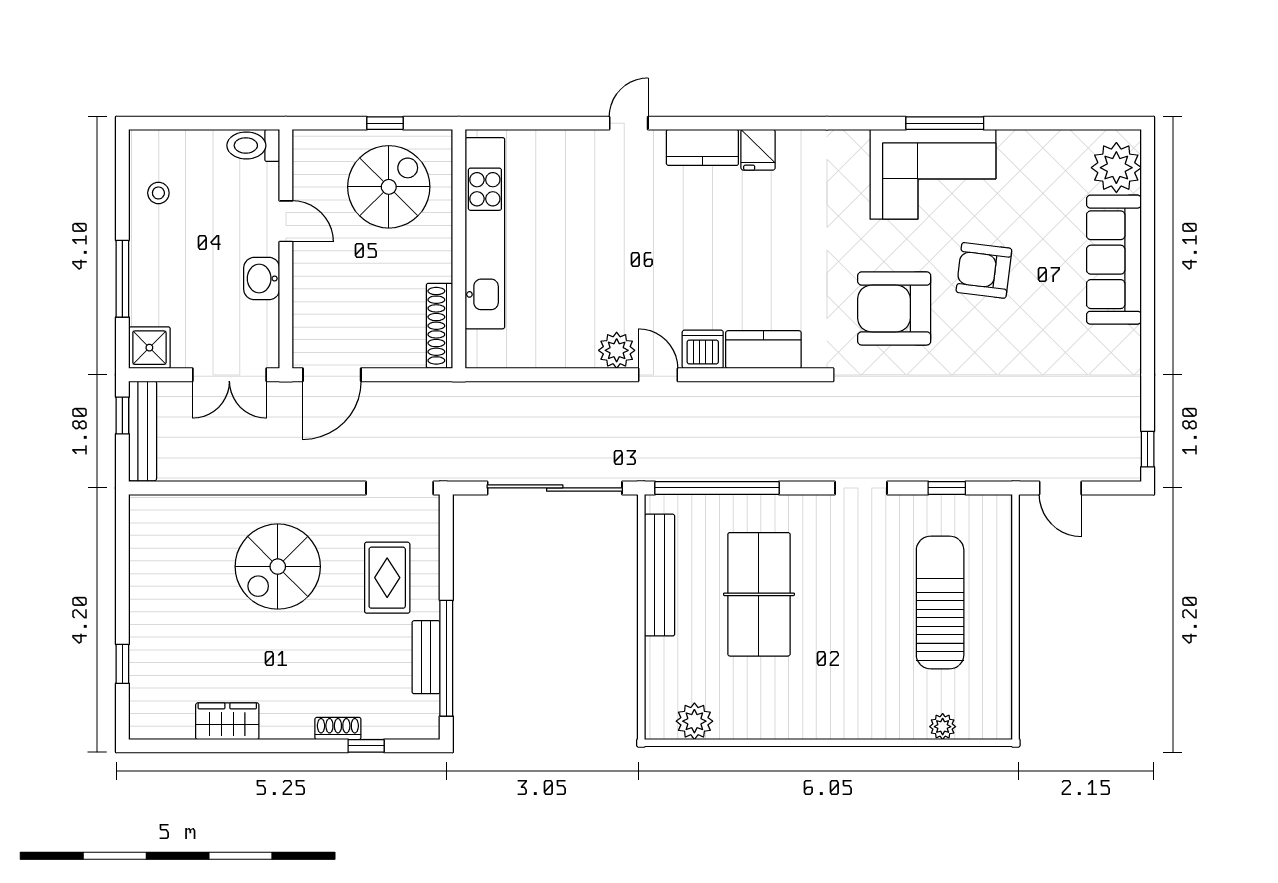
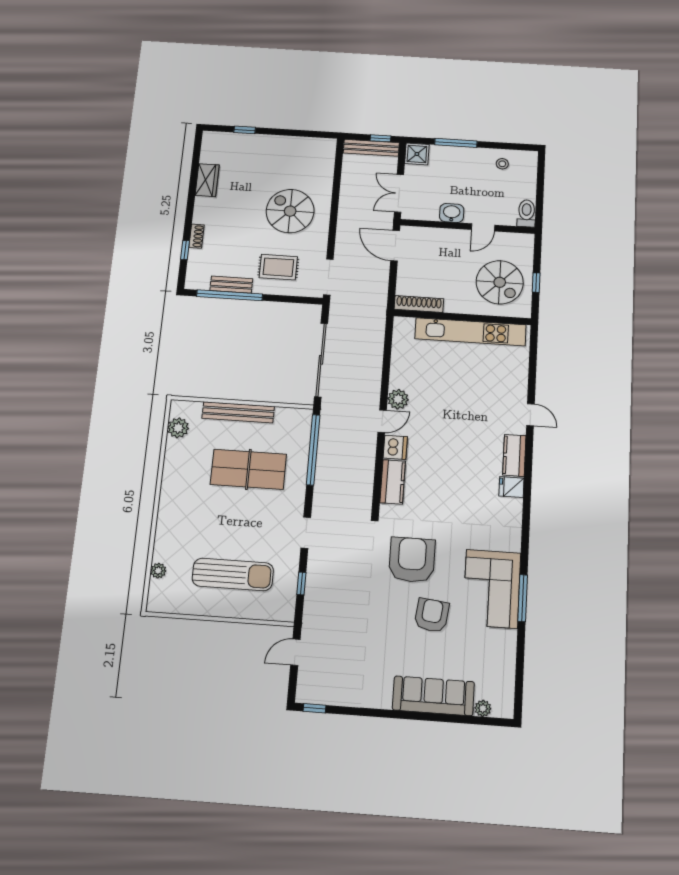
plant: (1116, 168) -> (483, 708), width x0.53, depth x0.53
bench: (660, 575) -> (238, 412), moved

